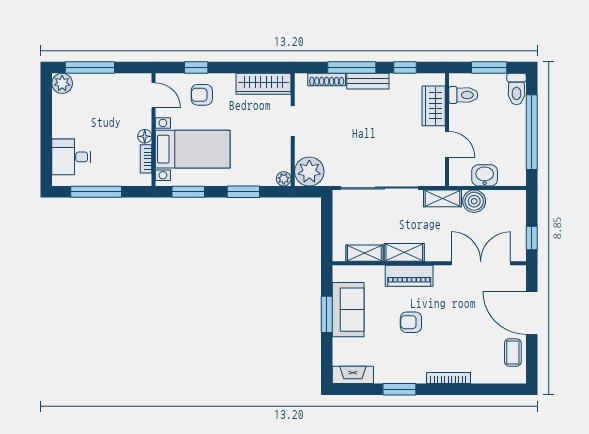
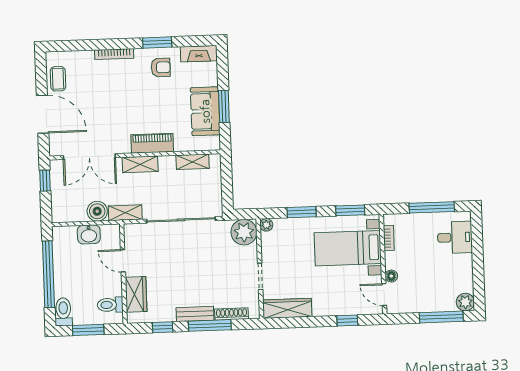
armchair: (202, 95) -> (341, 297), removed
floor lamp: (145, 136) -> (391, 276), moved
shelving: (404, 252) -> (140, 164), moved
armchair: (411, 322) -> (161, 67), moved

